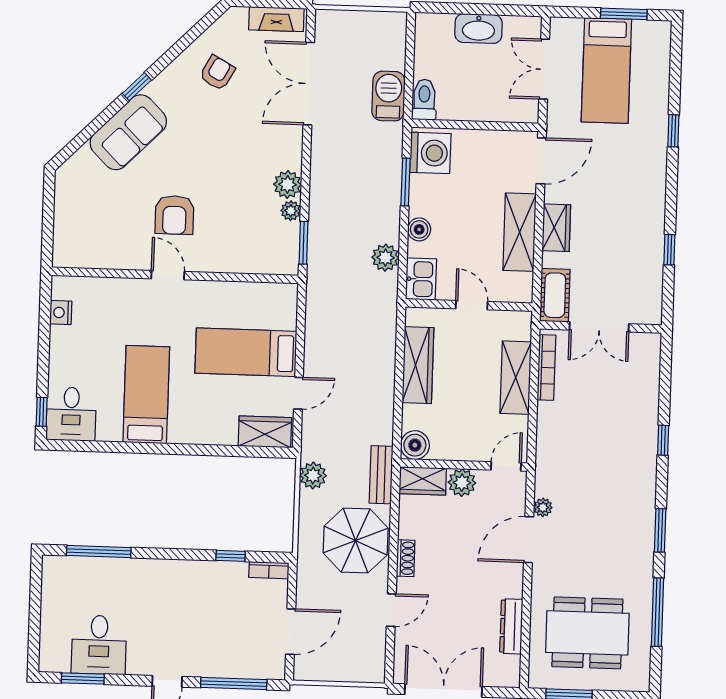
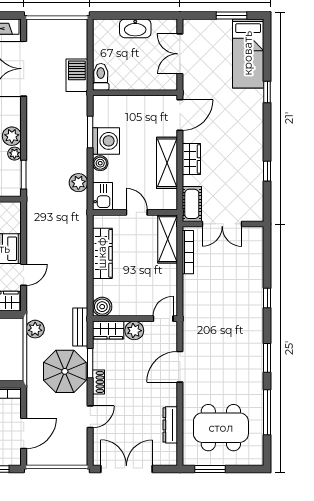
bed: (606, 70) -> (248, 53), moved
washing machine: (430, 153) -> (106, 141), moved
shelving: (516, 378) -> (168, 239), moved
plant: (543, 507) -> (189, 345), removed
window: (394, 529) -> (90, 363), added

